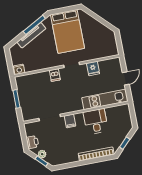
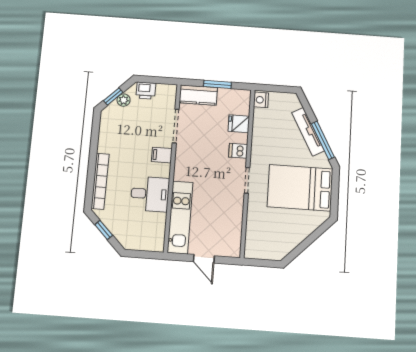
fridge: (93, 68) -> (239, 124), moved
kitchen counter: (27, 109) -> (198, 95), added

